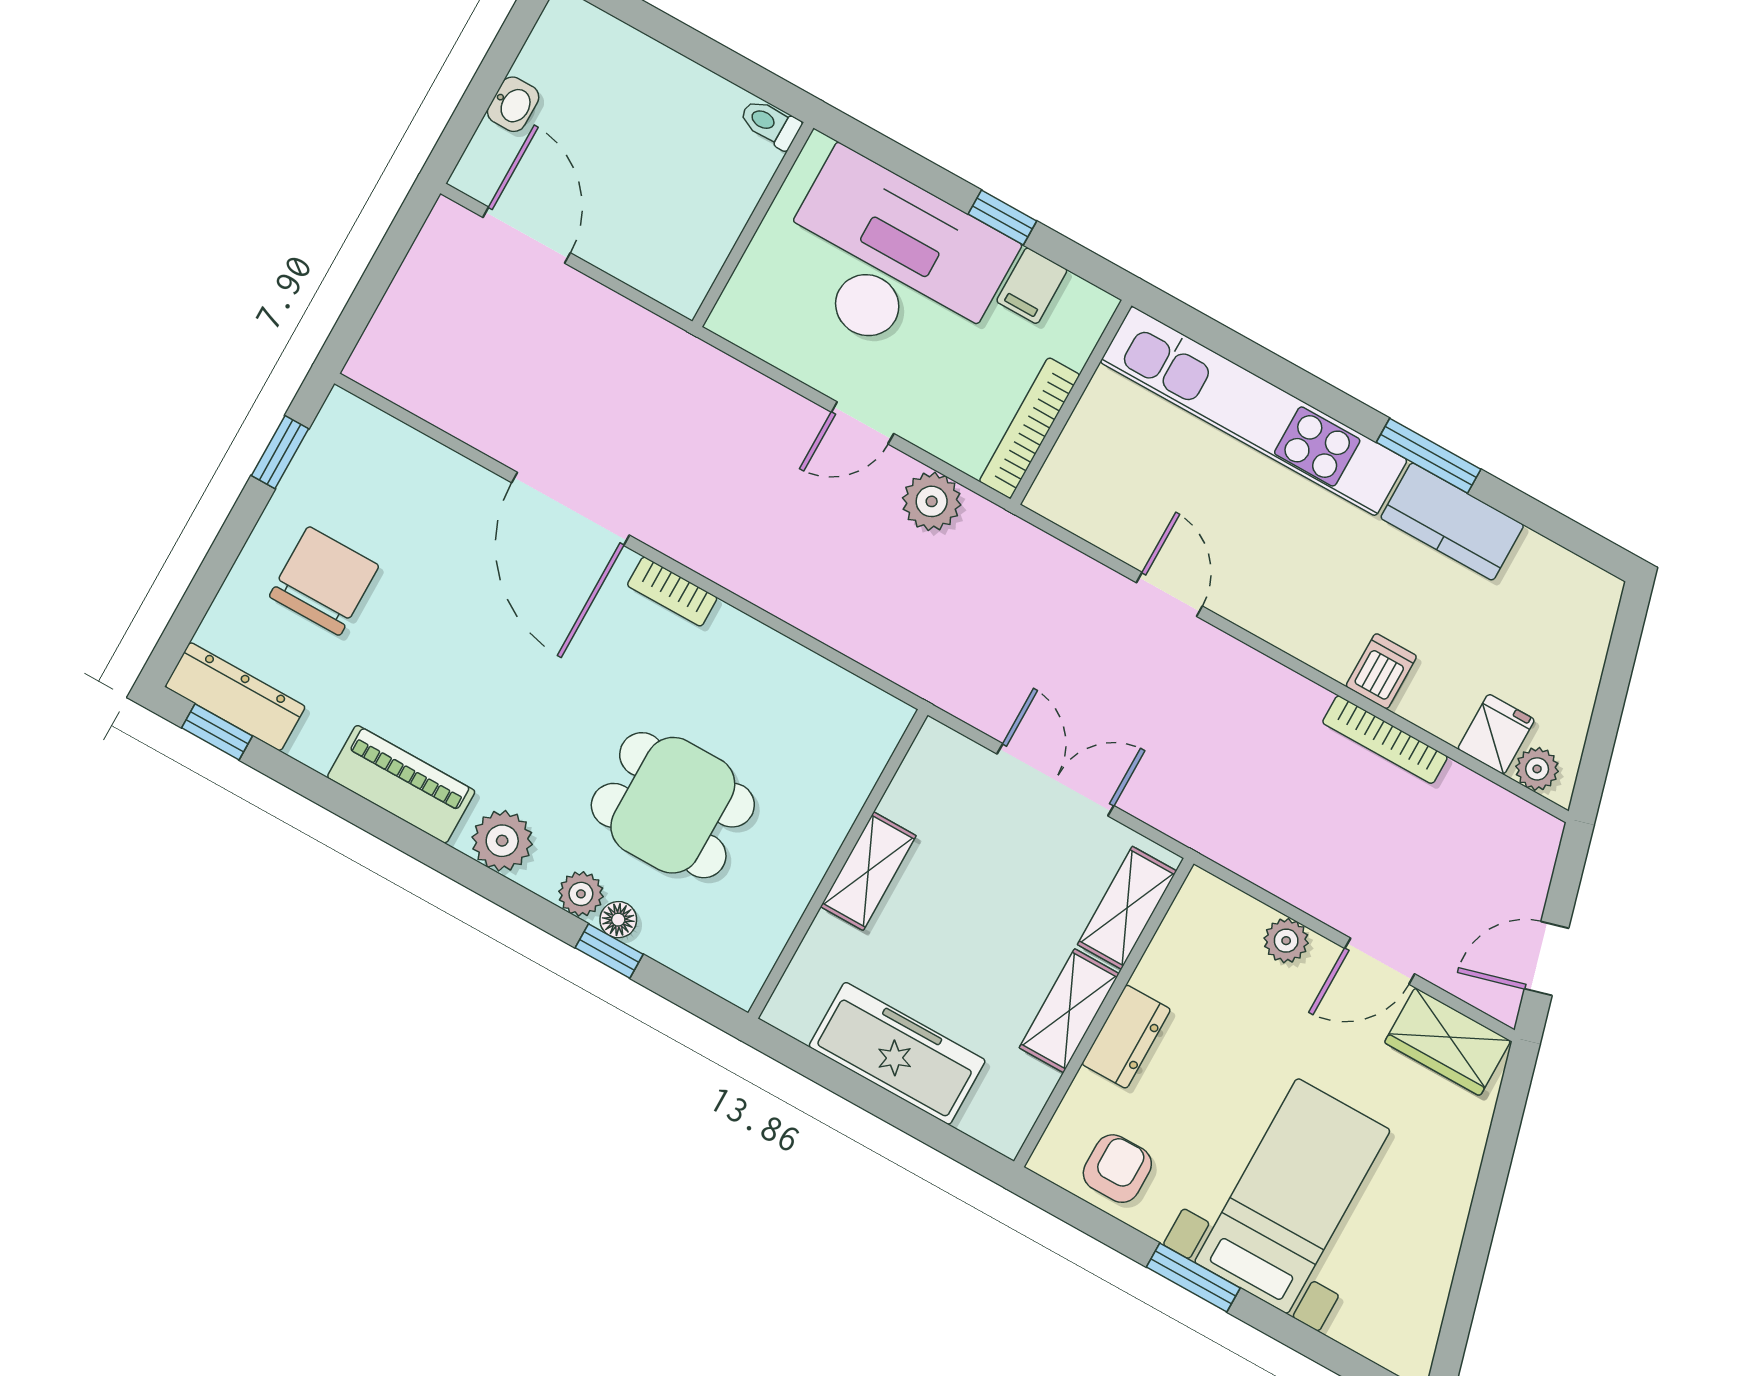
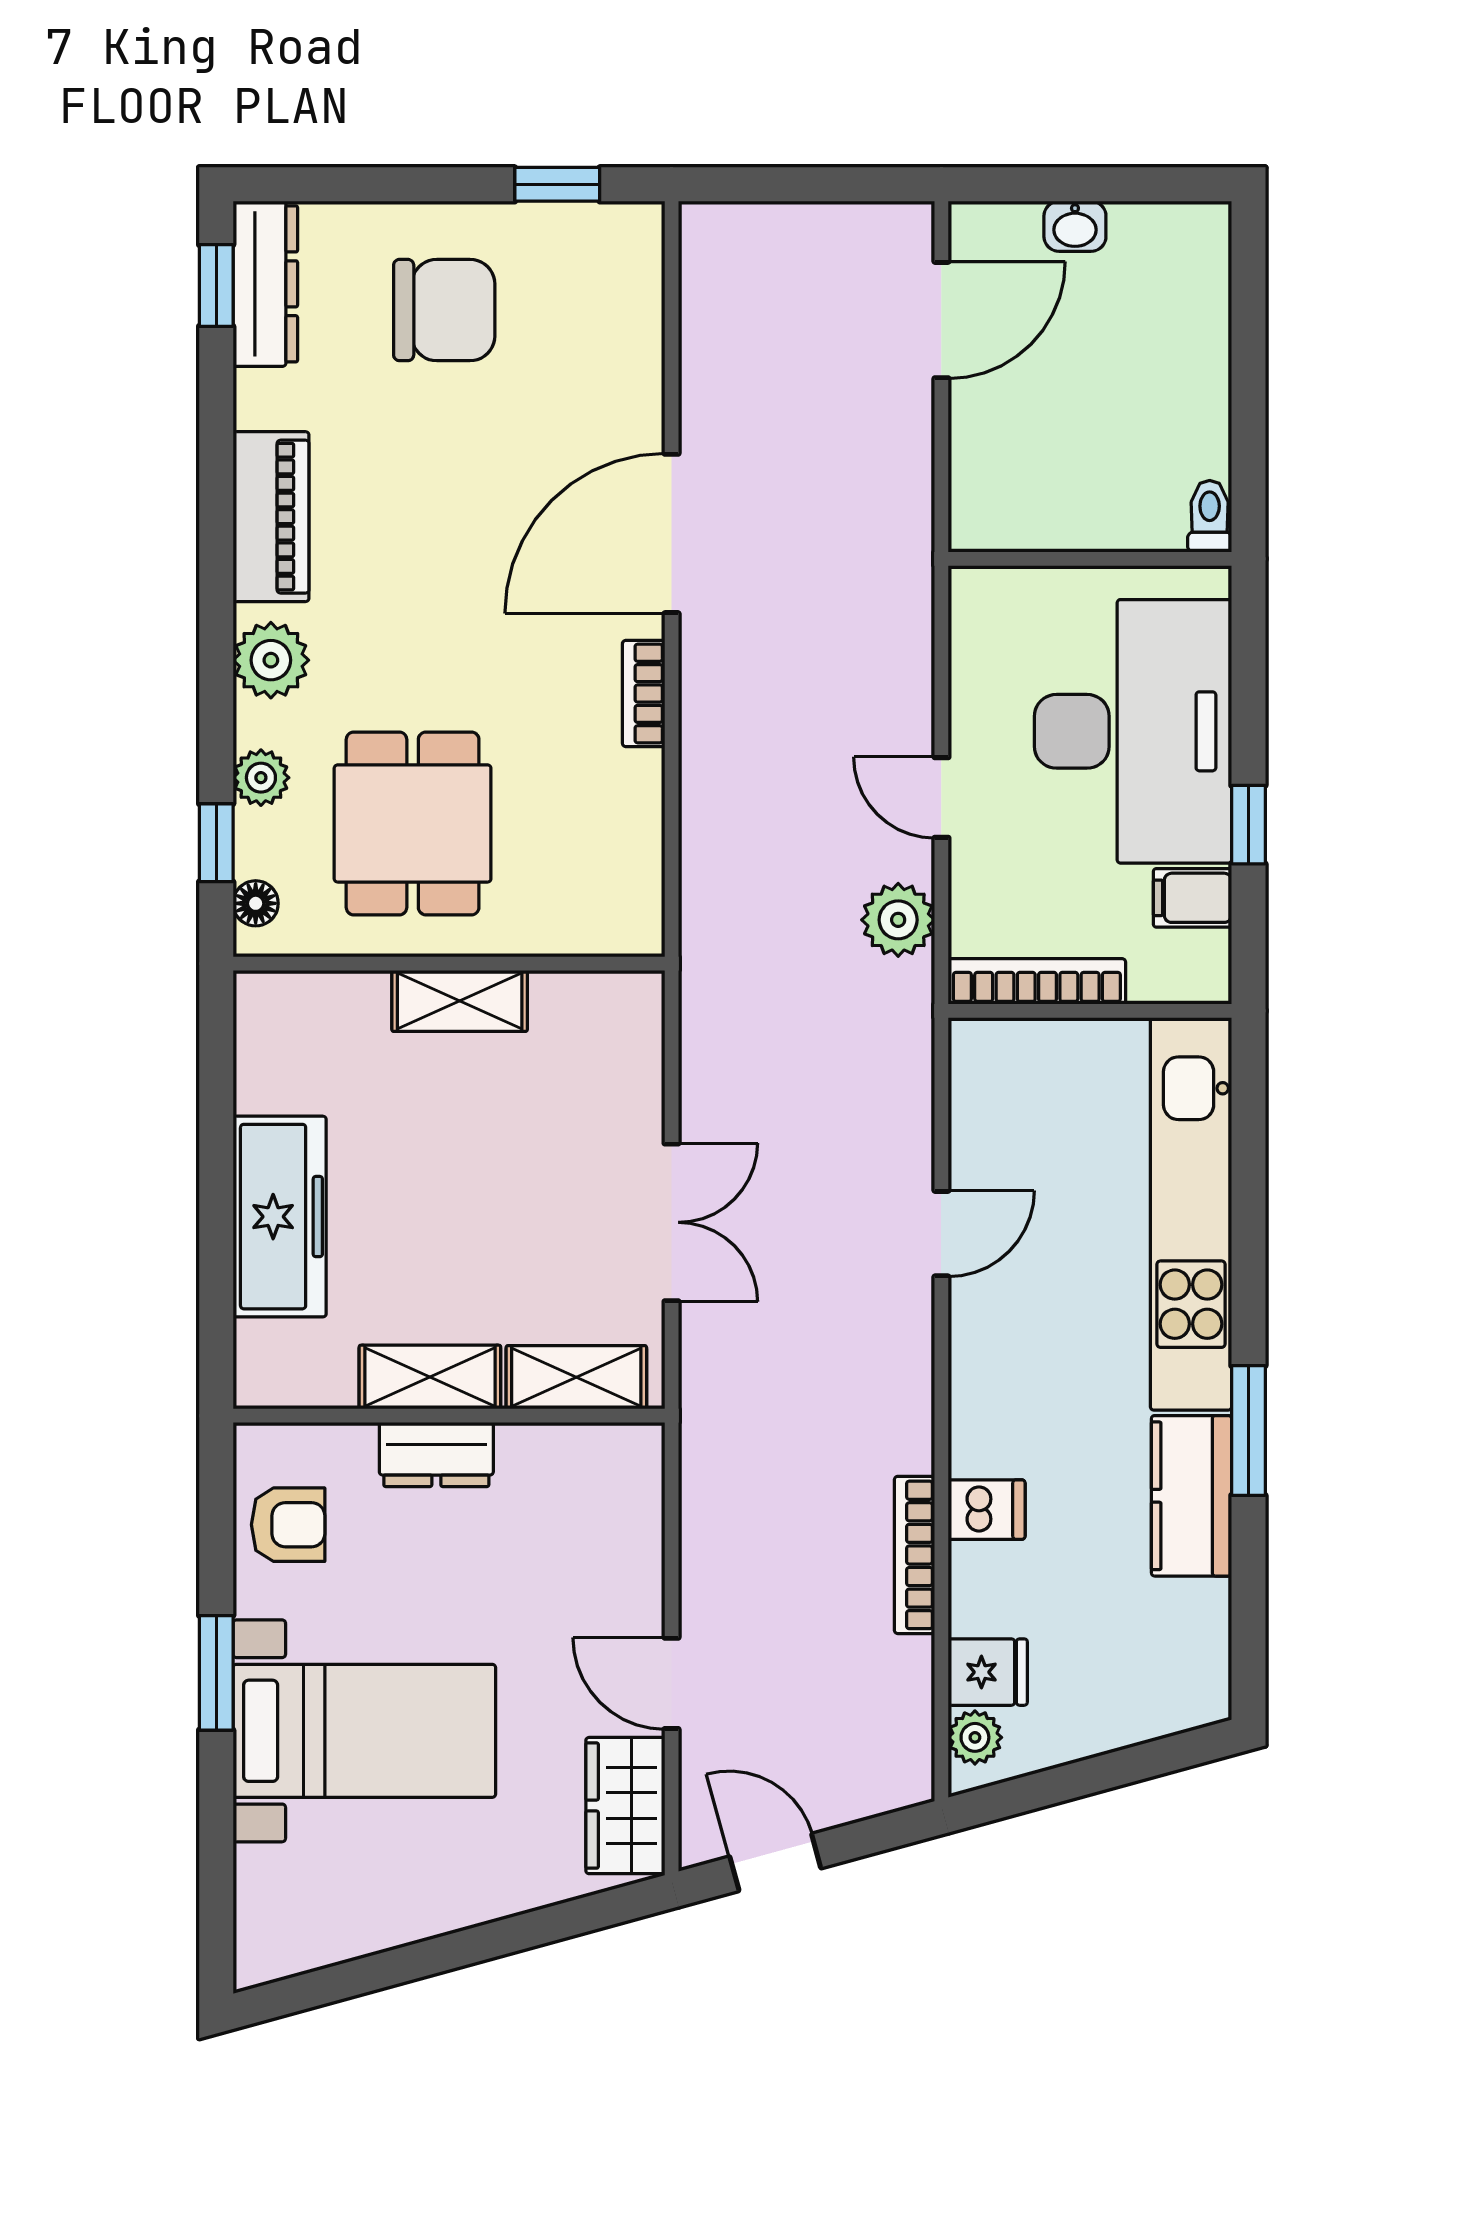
wall: (838, 864) -> (449, 964), moved
shelving: (868, 871) -> (460, 1001), moved
floor lamp: (618, 920) -> (256, 903), moved
plant: (1286, 941) -> (637, 1570), removed

